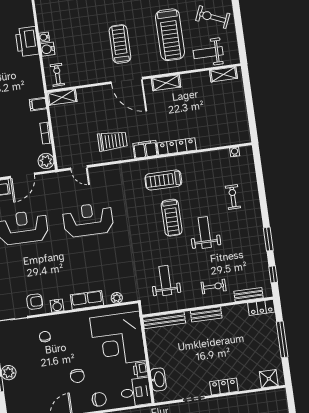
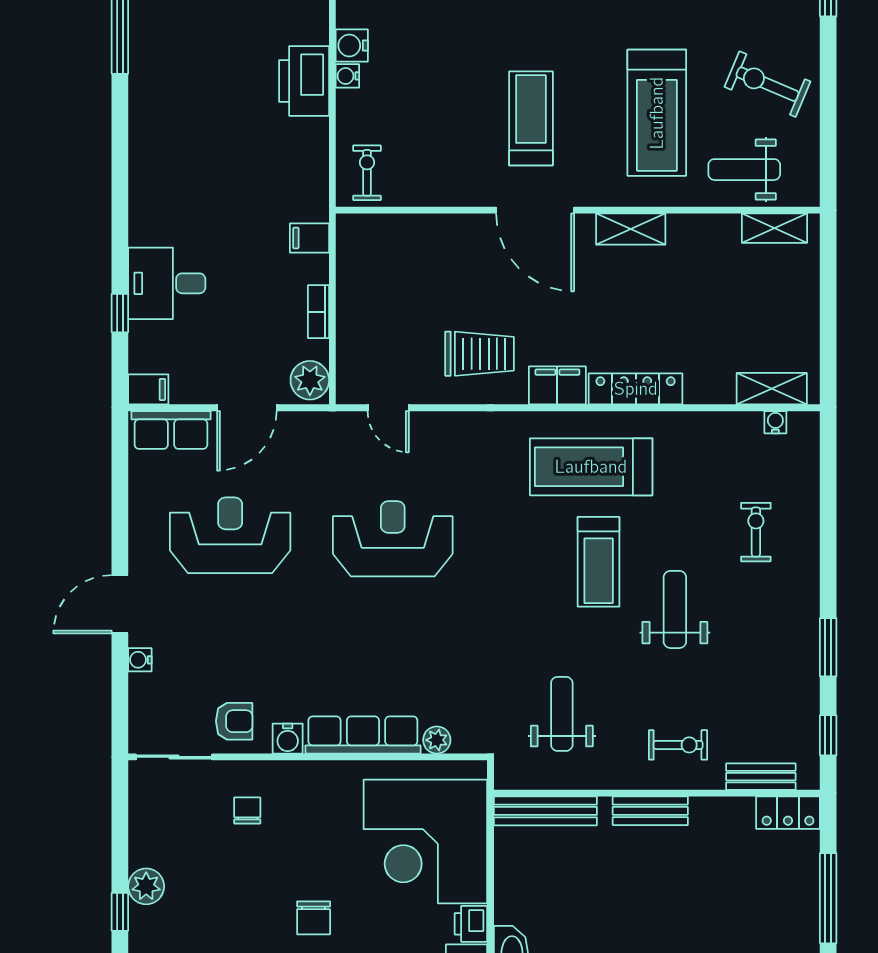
water cooler: (48, 49) -> (352, 46), moved
shelving: (62, 97) -> (772, 389), moved
treadmill: (163, 180) -> (591, 467), width x1.37, depth x1.38
row of seats: (87, 300) -> (363, 735), width x1.48

